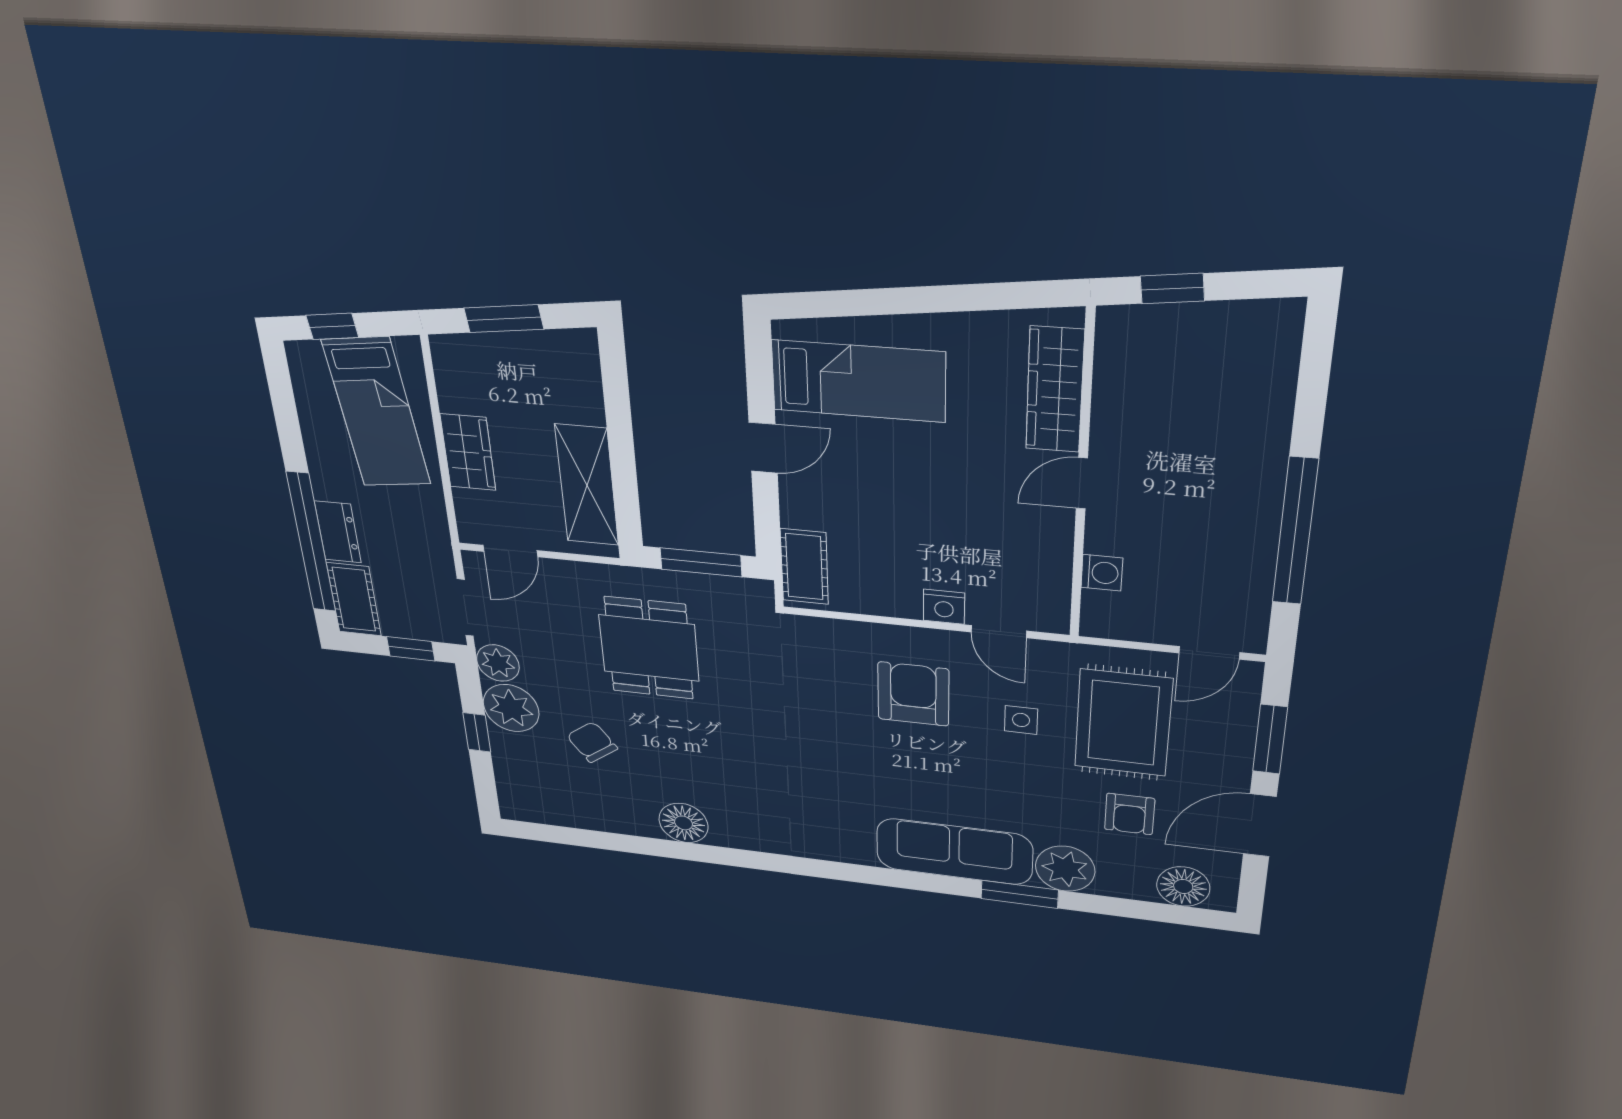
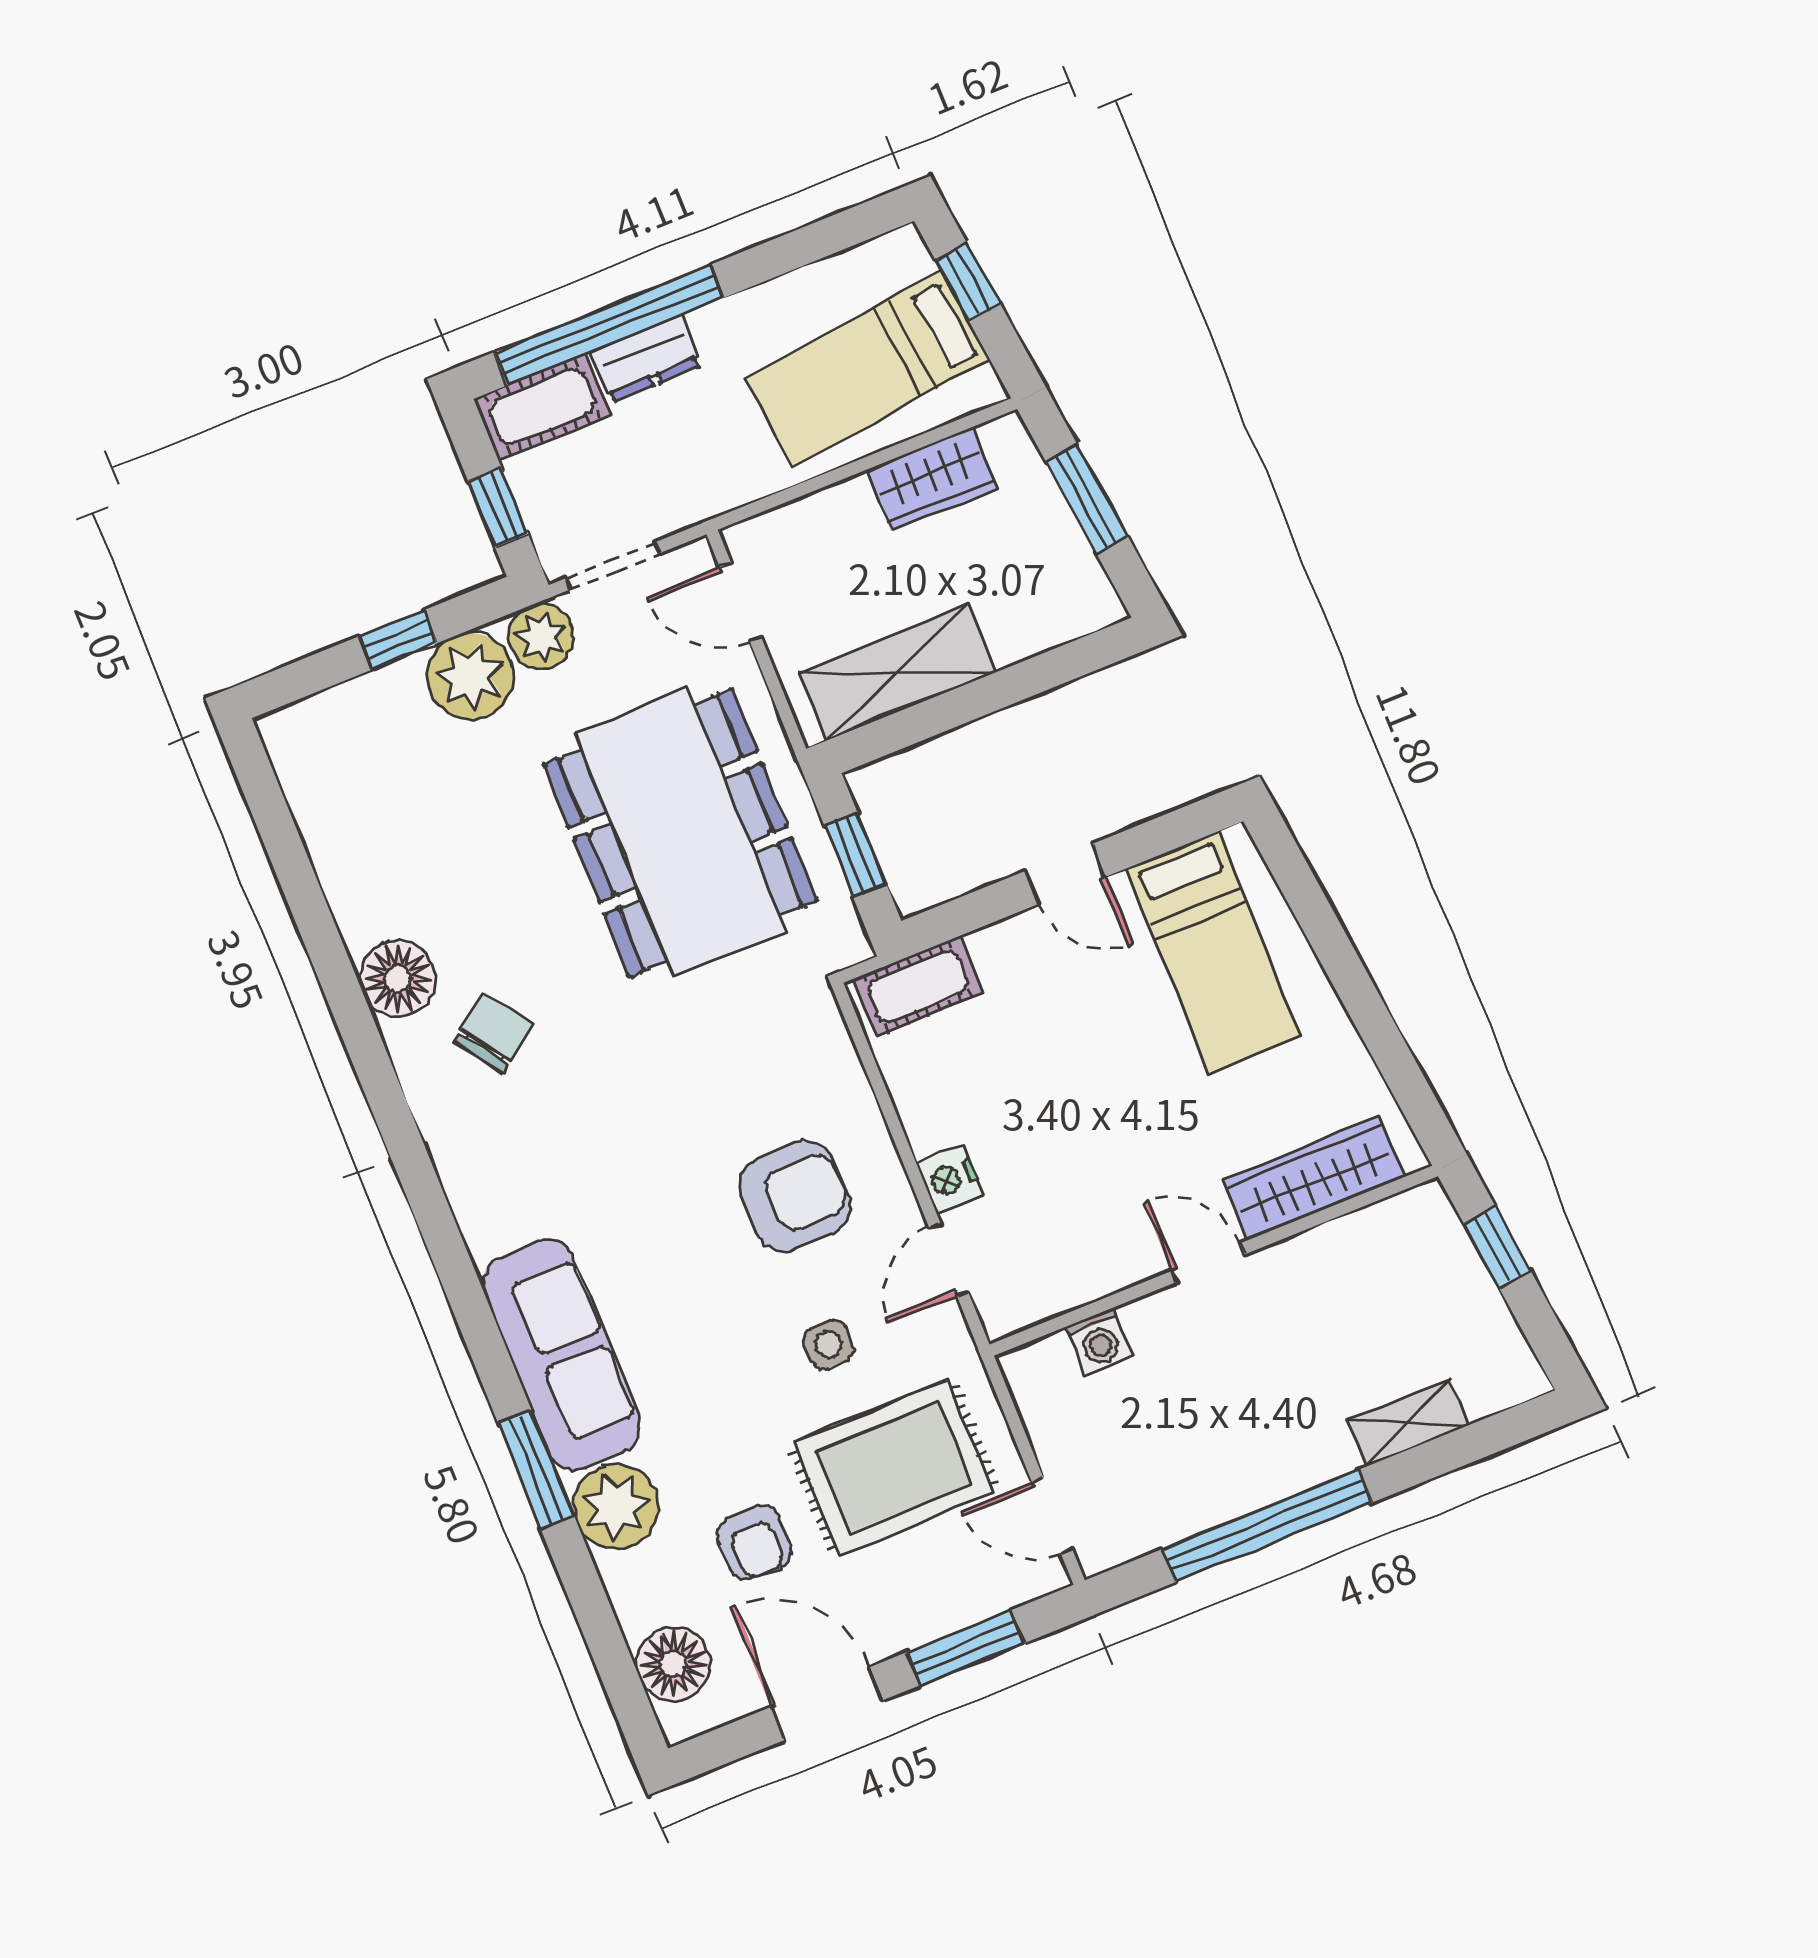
shelving: (1273, 409) -> (1408, 1423), added
wardrobe: (468, 452) -> (931, 479), moved
window: (701, 562) -> (855, 855), width x0.67
dining table: (649, 648) -> (681, 833), width x1.88, depth x1.24
chair: (592, 742) -> (494, 1033), moved
armchair: (1130, 814) -> (754, 1542), turned -90

